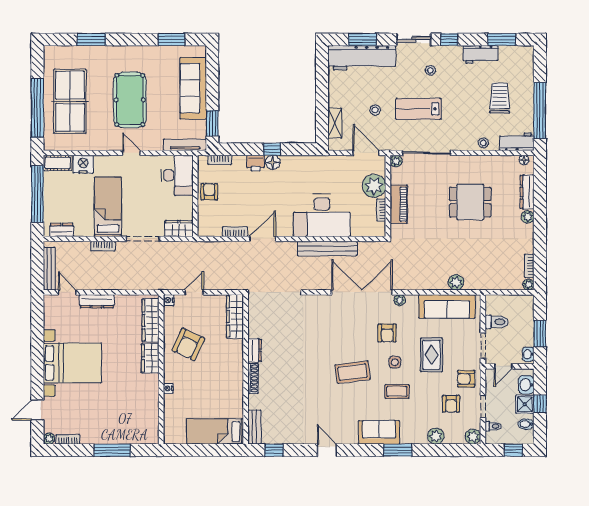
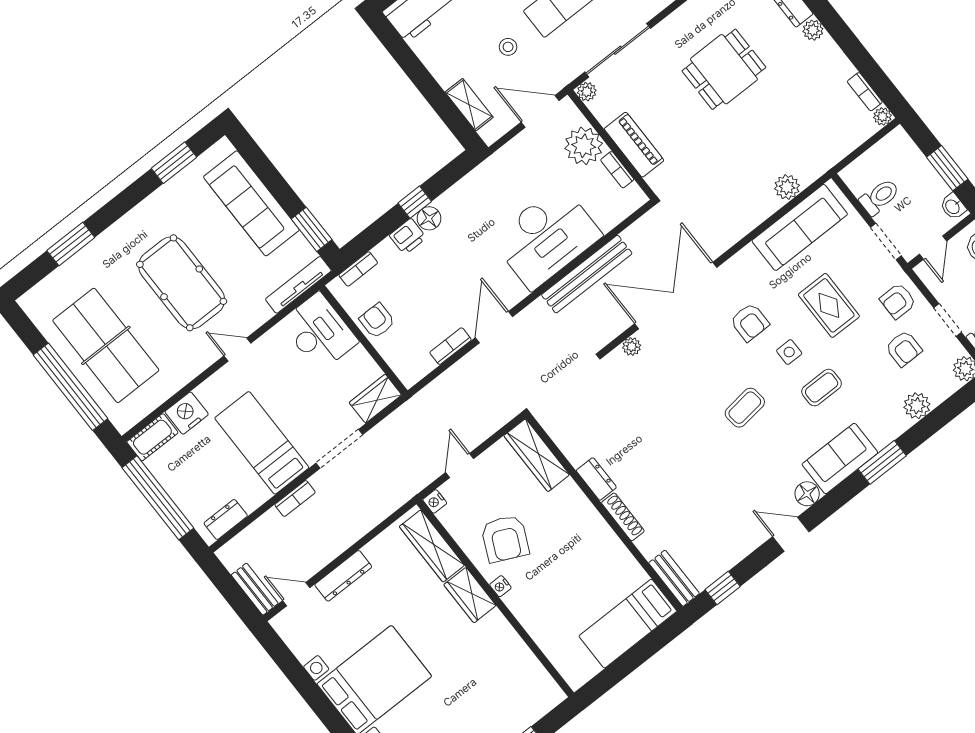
bench: (49, 269) -> (255, 589), width x0.73
plant: (400, 300) -> (632, 347), moved
coffee table: (353, 372) -> (745, 408), width x0.73, depth x0.77
nightstand: (168, 388) -> (500, 586), moved
floor lamp: (350, 437) -> (807, 494), added

